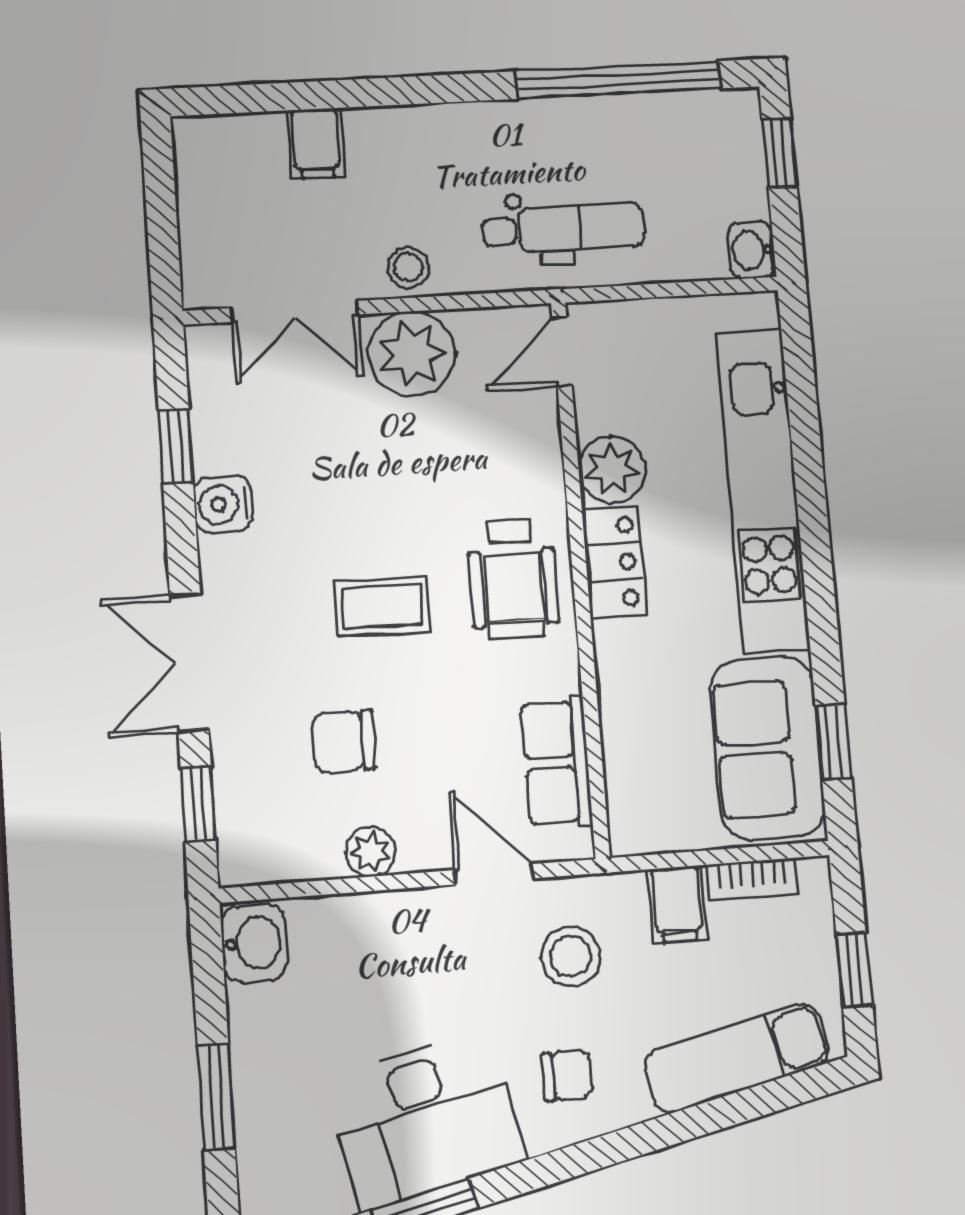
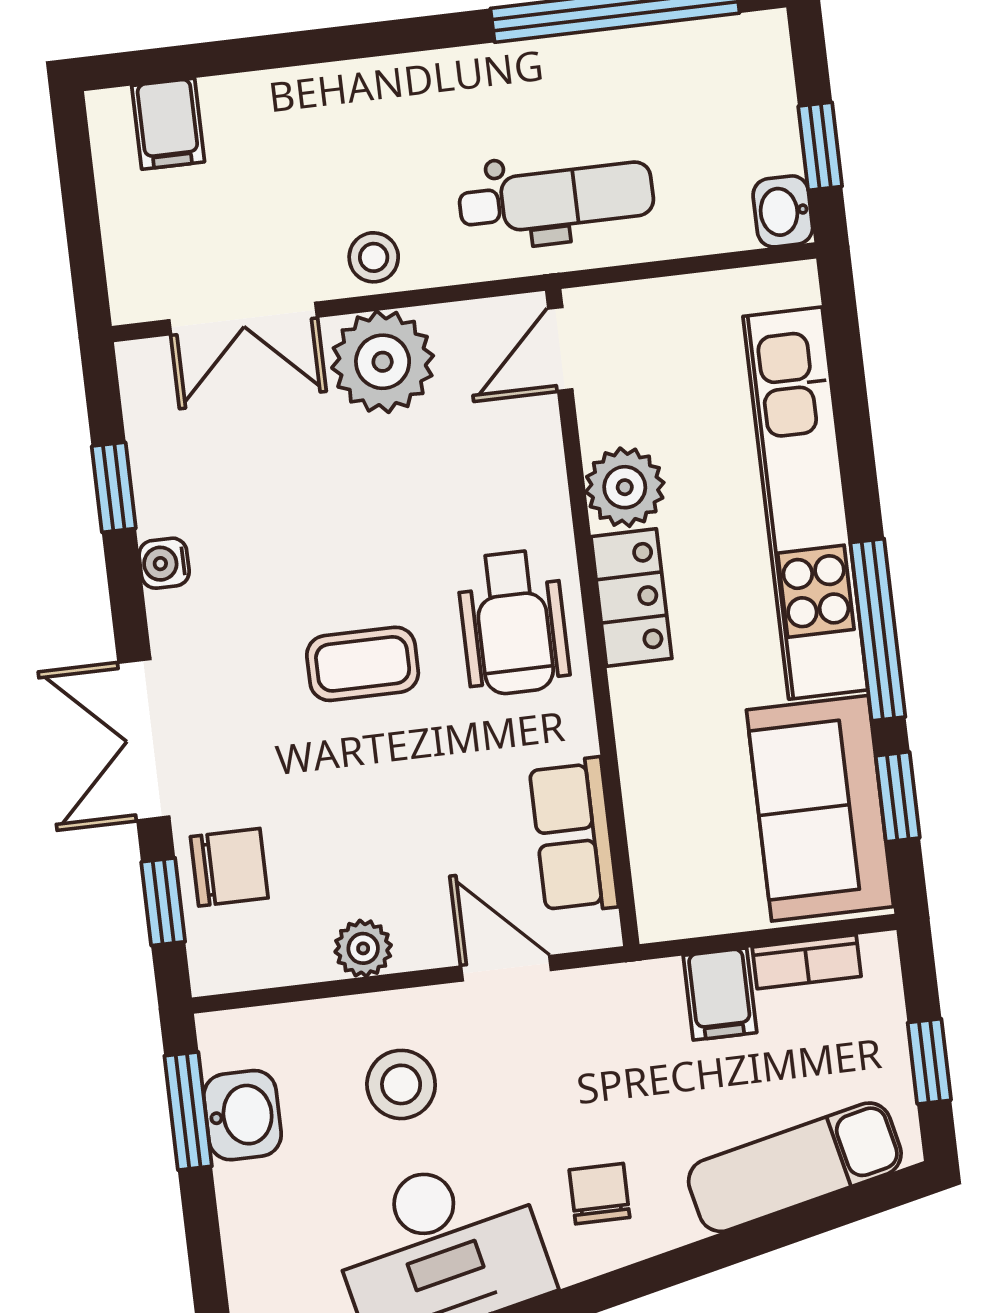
filing cabinet: (316, 143) -> (168, 124), moved
window: (779, 153) -> (820, 146), moved
water cooler: (223, 504) -> (164, 563), width x0.72, depth x0.72
window: (820, 600) -> (878, 630), added
chair: (344, 741) -> (229, 867), moved, turned 180
washbasin: (254, 943) -> (242, 1115), moved
stool: (571, 956) -> (401, 1084), moved
chair: (567, 1075) -> (599, 1194), turned -90
window: (216, 1097) -> (188, 1111), moved

